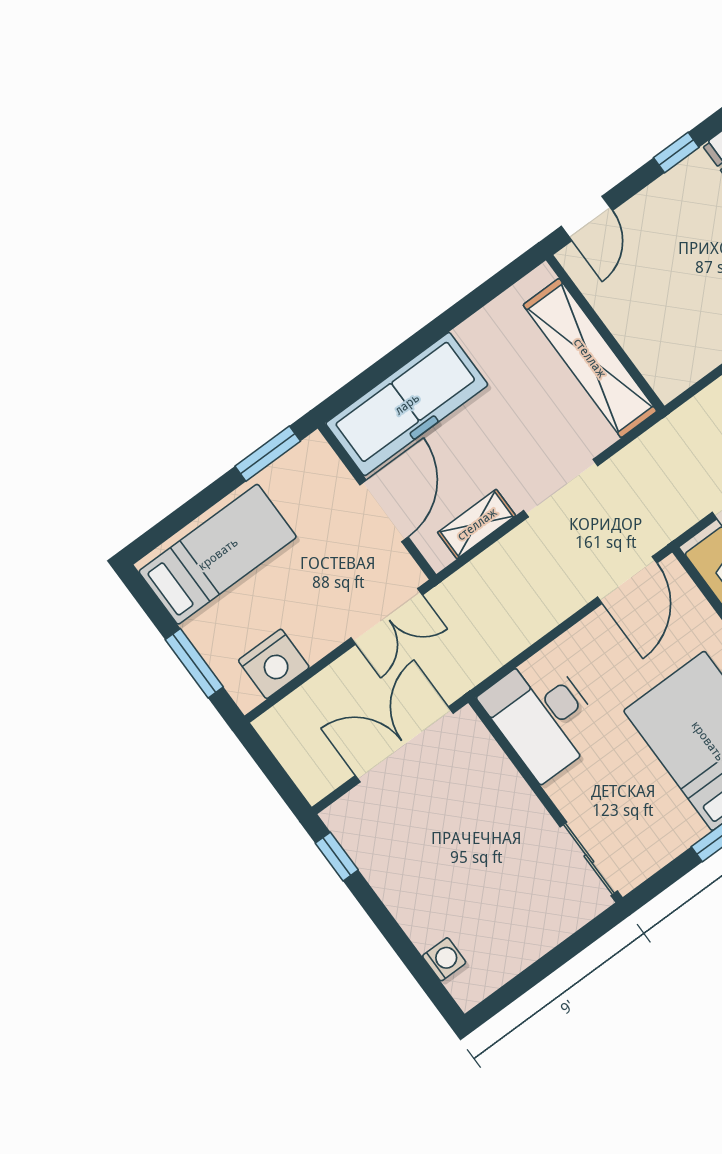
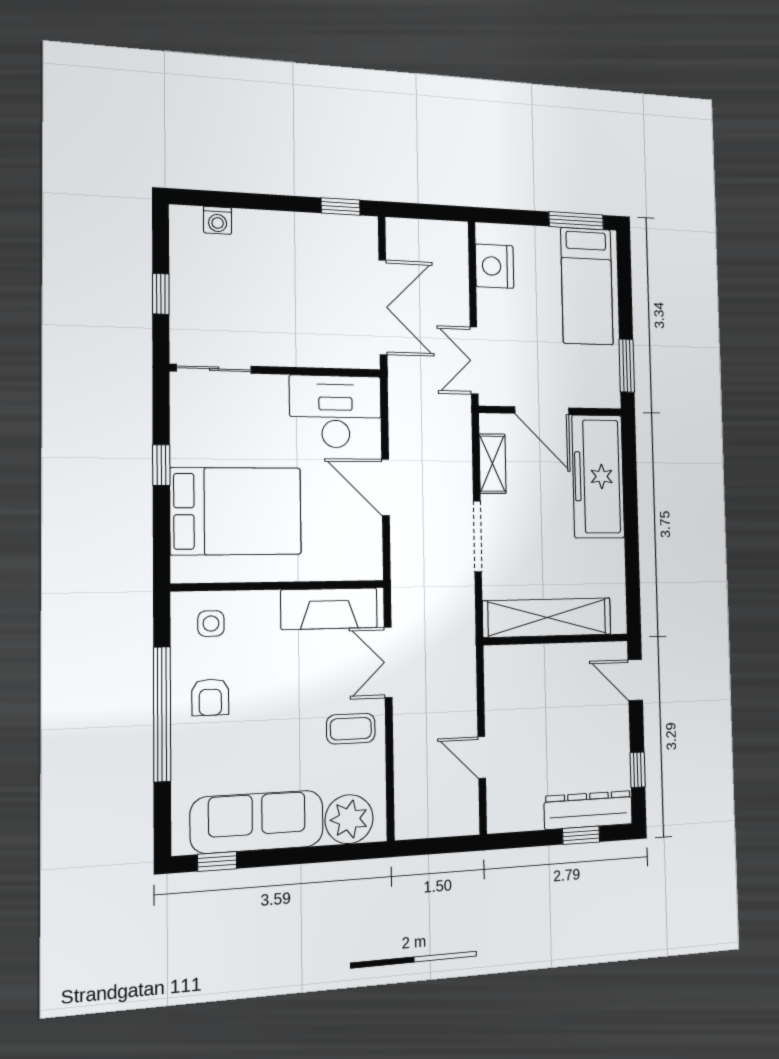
door: (627, 580) -> (386, 487), moved
window: (194, 663) -> (576, 221), moved
window: (556, 958) -> (161, 294), added

